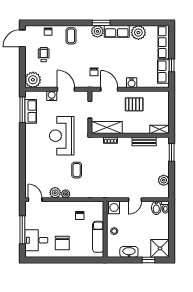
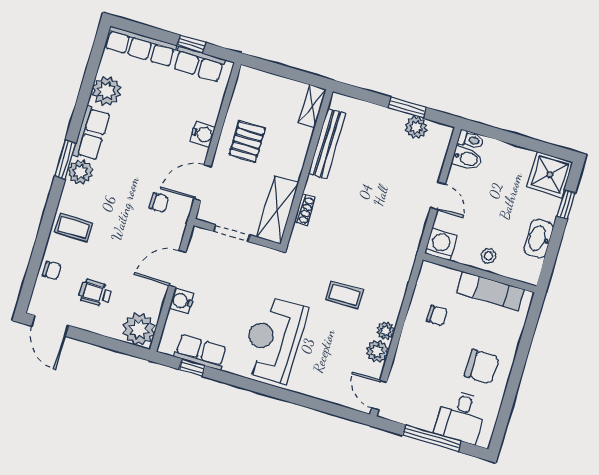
window: (22, 110) -> (192, 368), width x0.46
reception desk: (62, 136) -> (274, 339), moved, turned 90
bench: (144, 141) -> (327, 144), width x1.36
window: (172, 152) -> (407, 108), moved
door: (35, 200) -> (379, 395), hinge flipped

